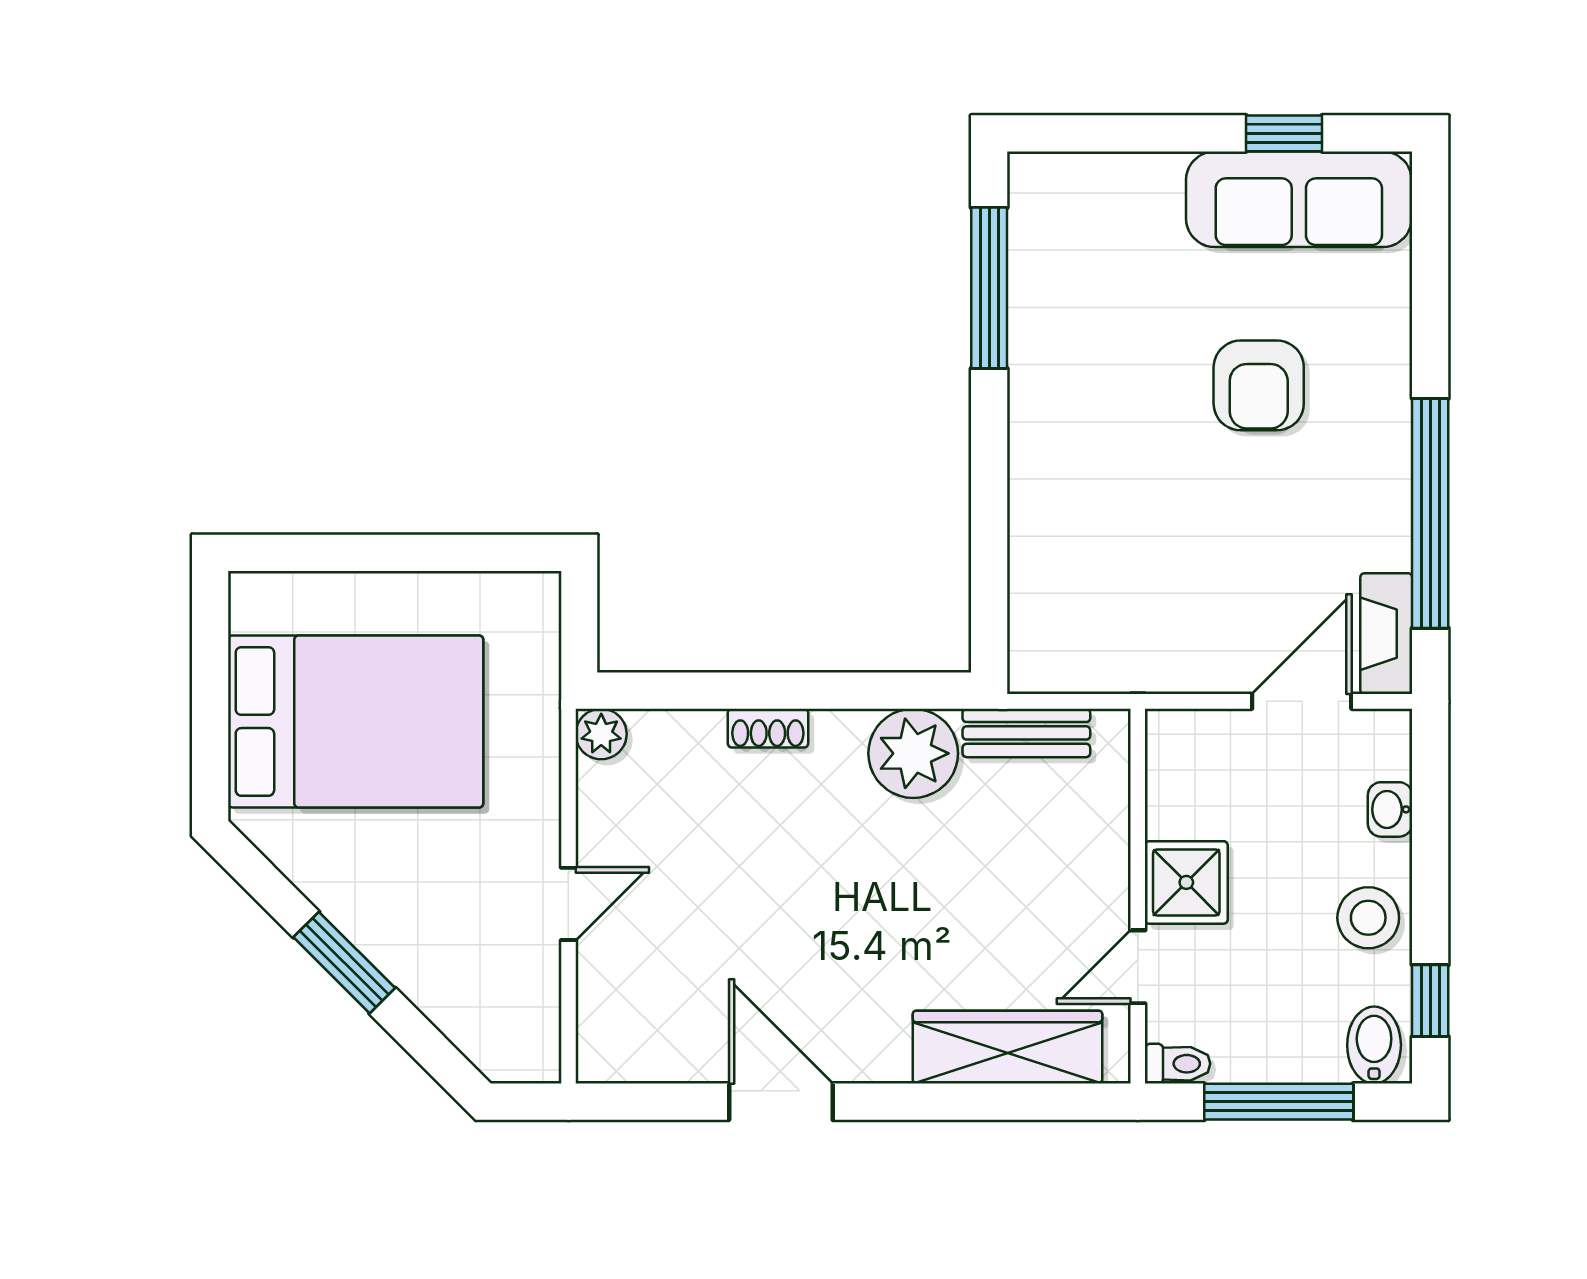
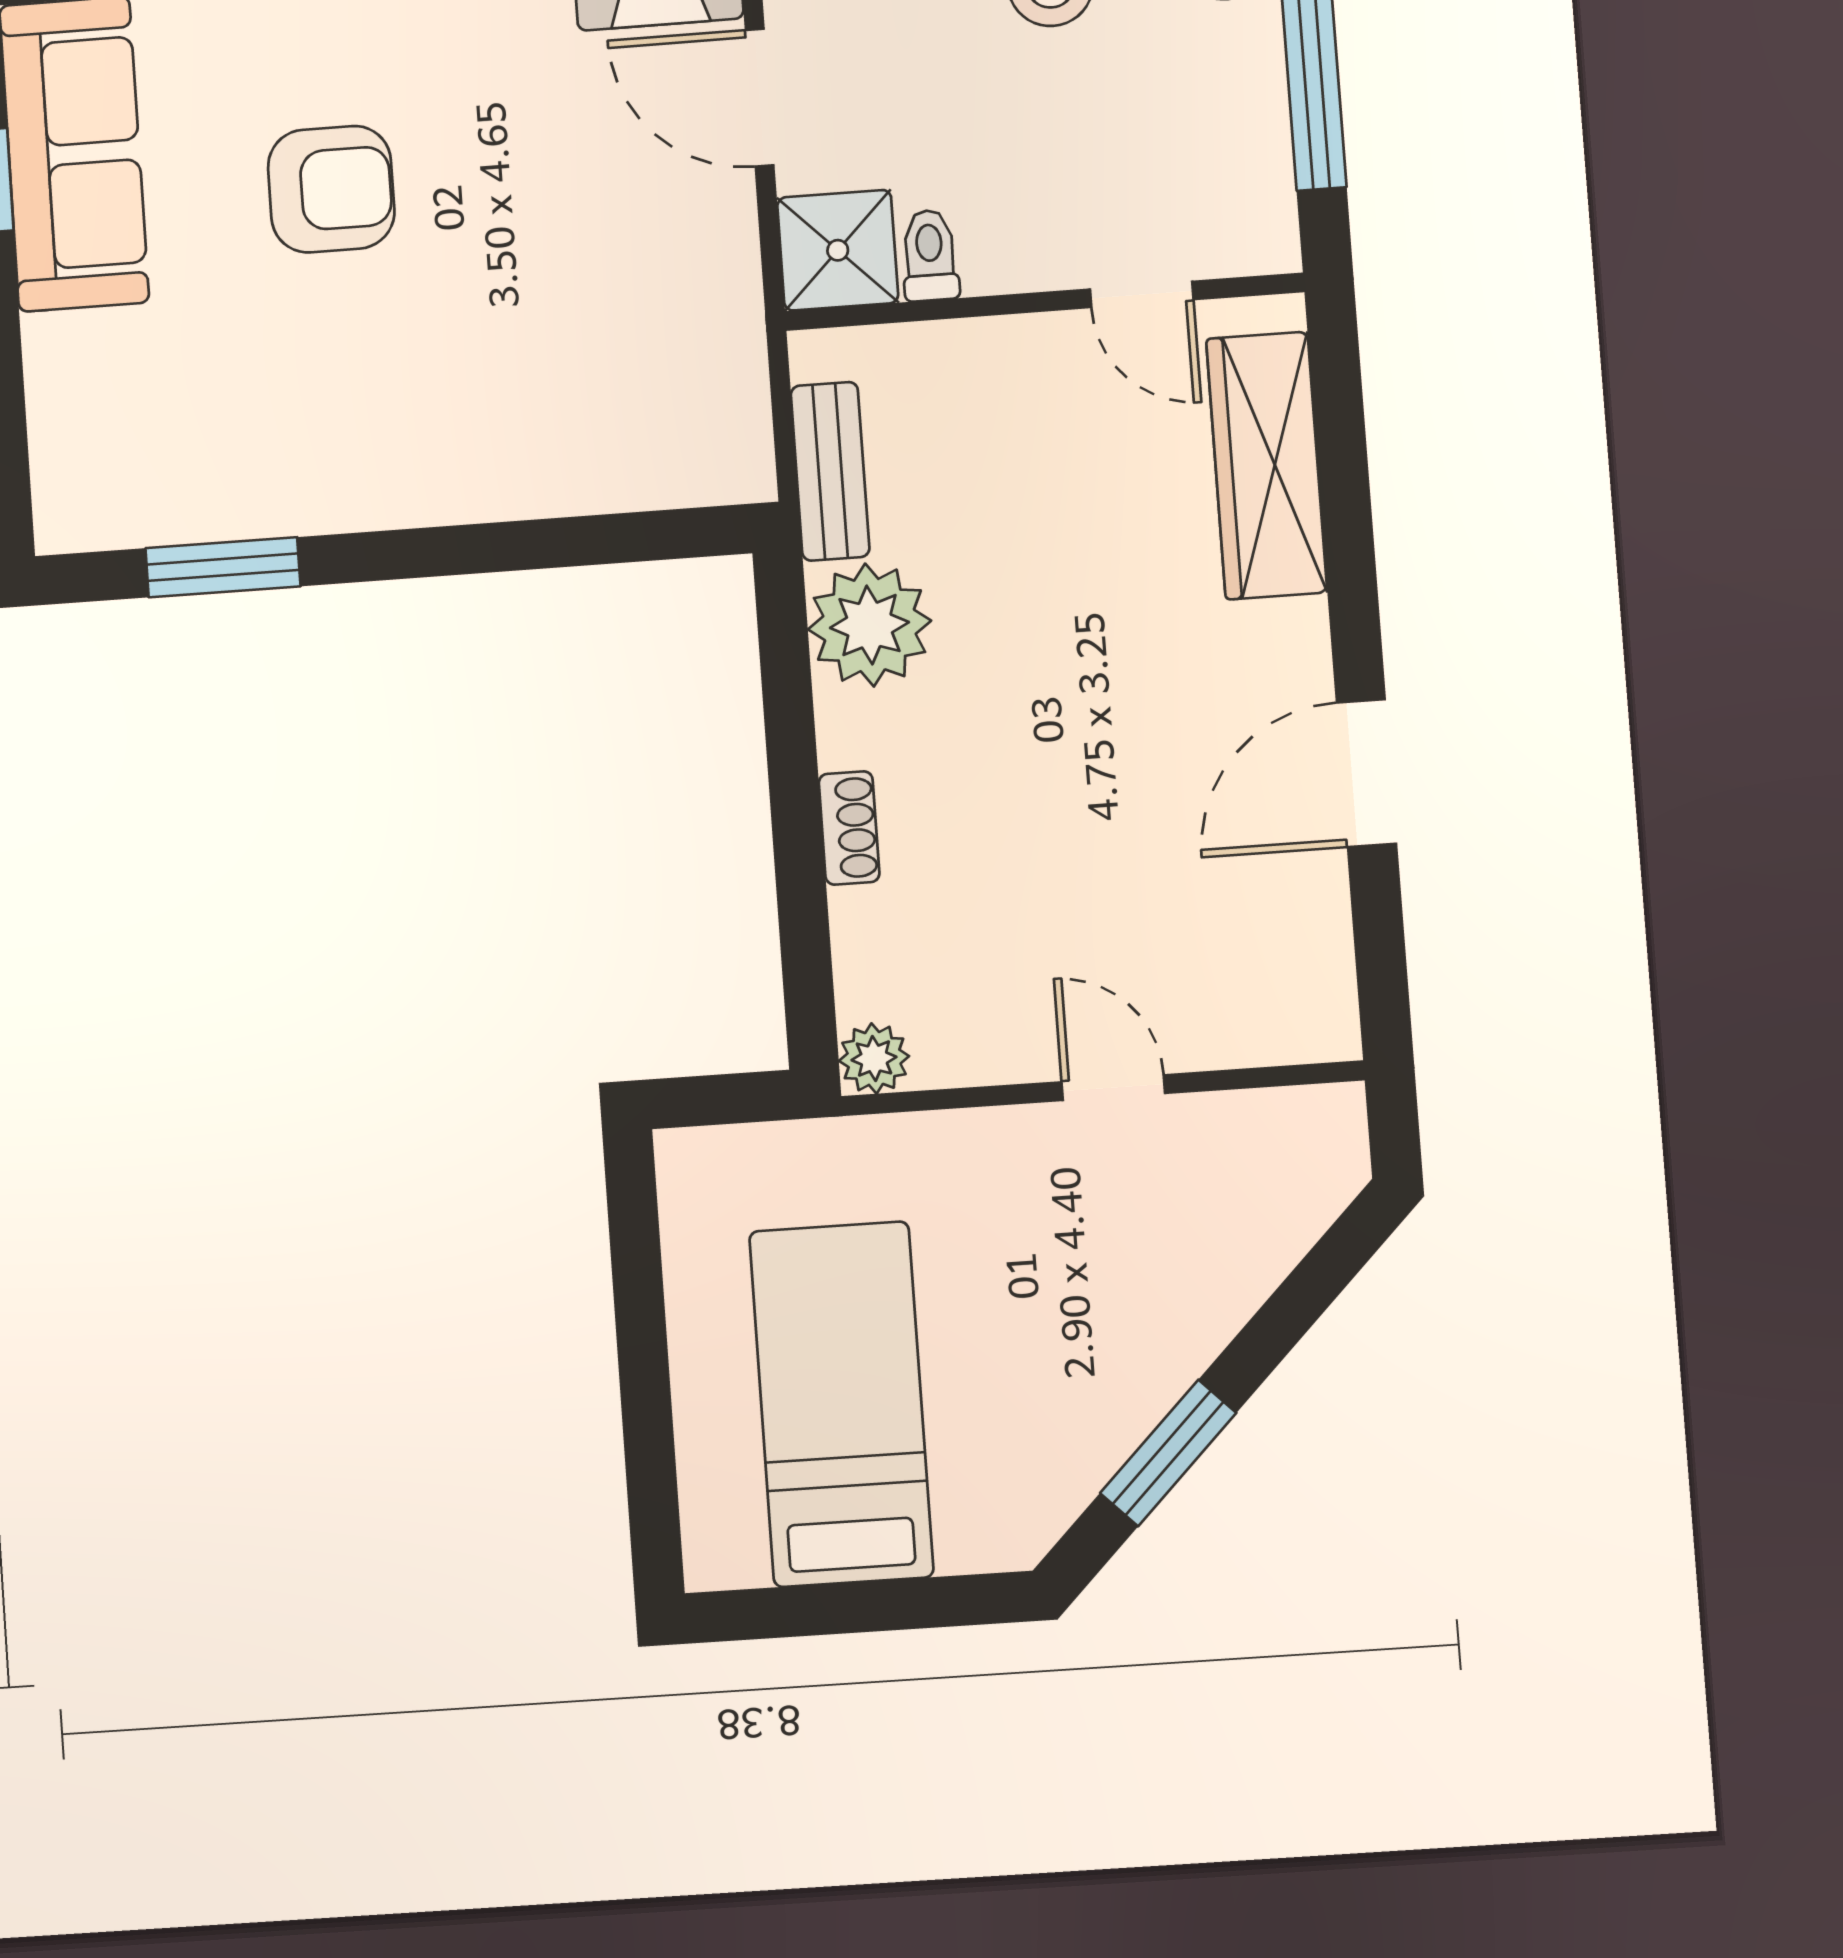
window: (989, 288) -> (223, 567), width x0.69
bed: (356, 721) -> (841, 1404), width x0.67
shower: (1186, 882) -> (838, 250), moved
window: (344, 963) -> (1168, 1453), moved
toilet: (1178, 1064) -> (930, 255), moved

